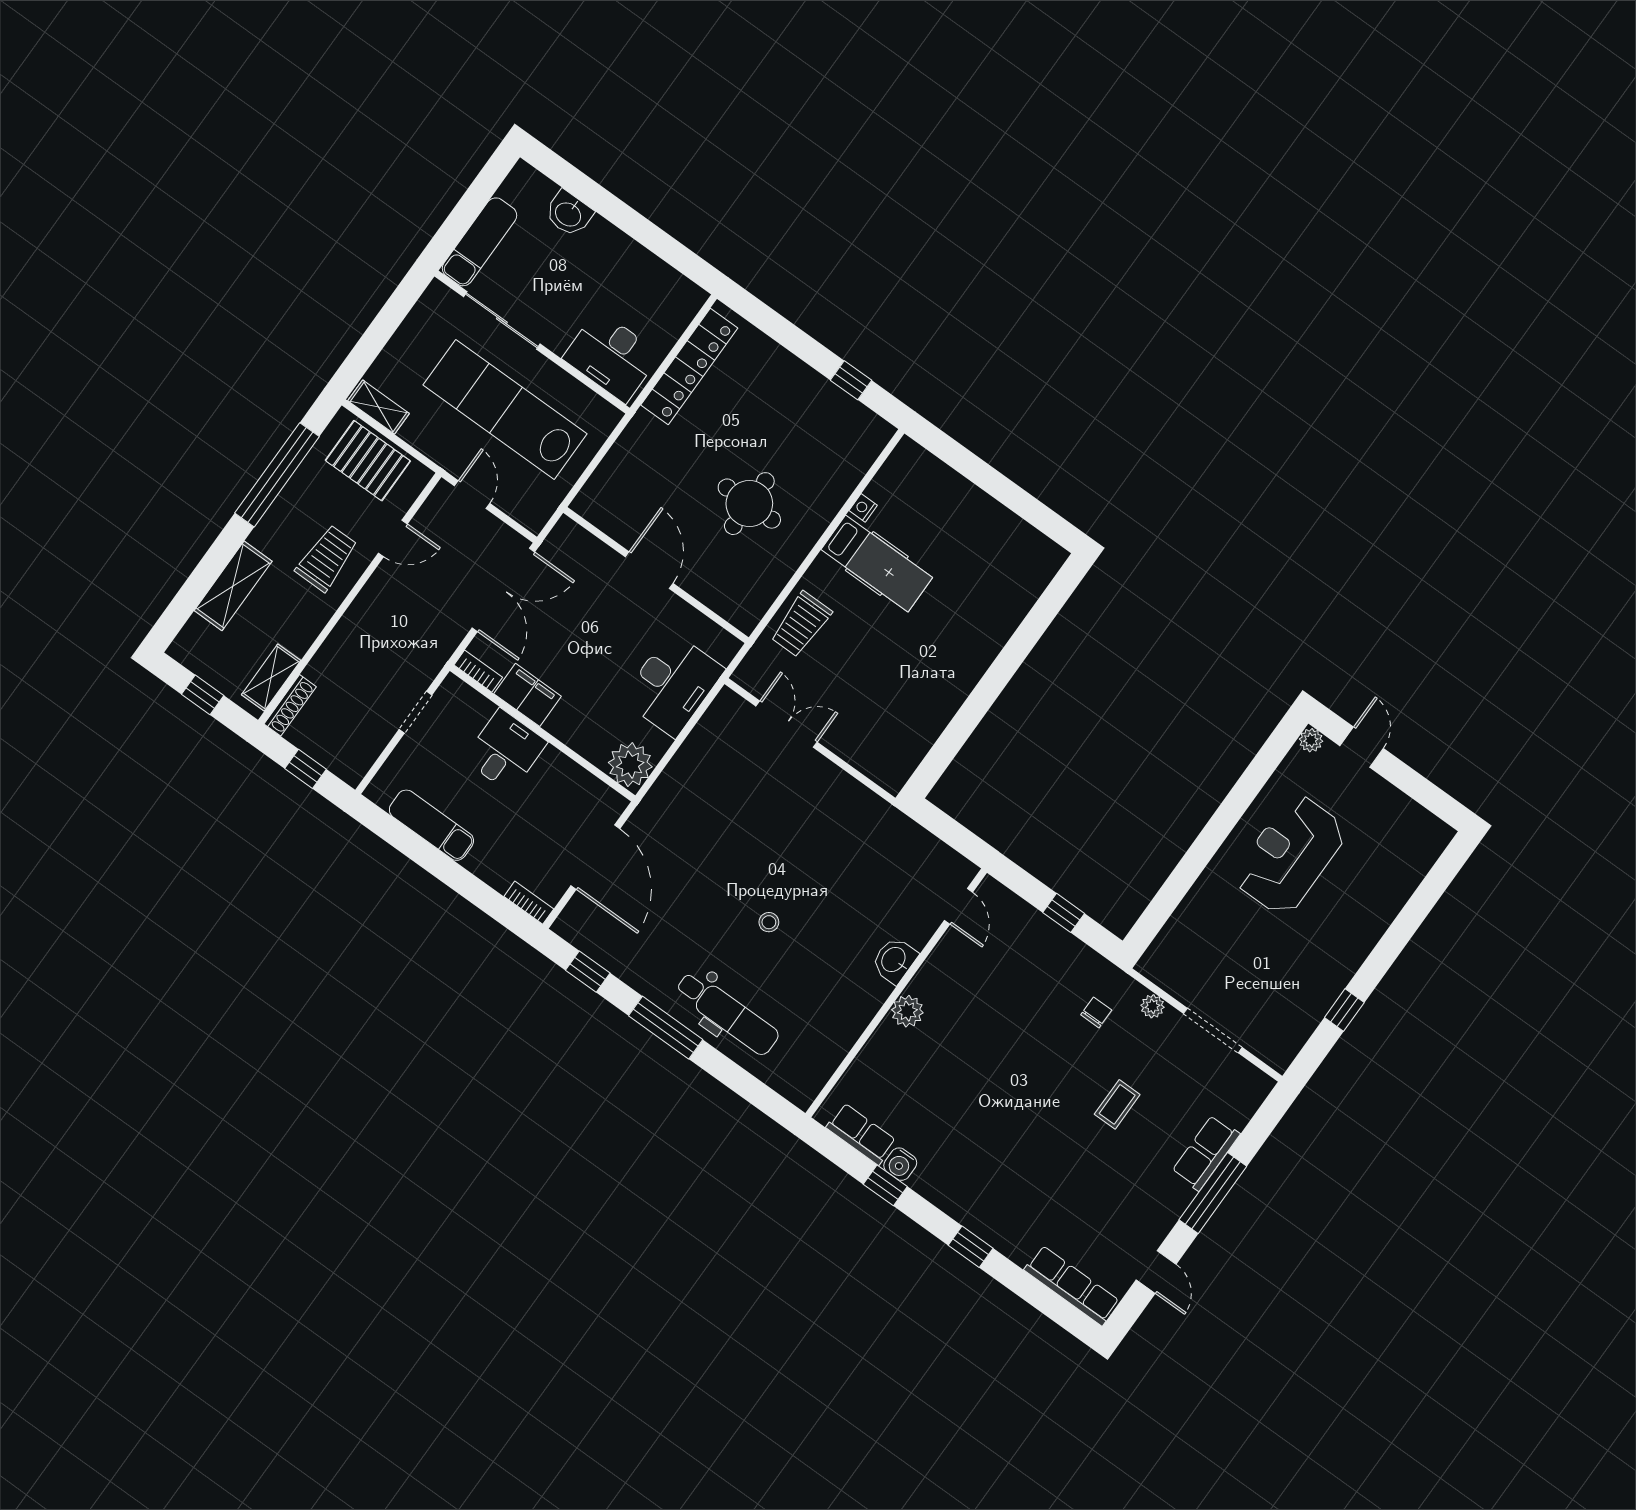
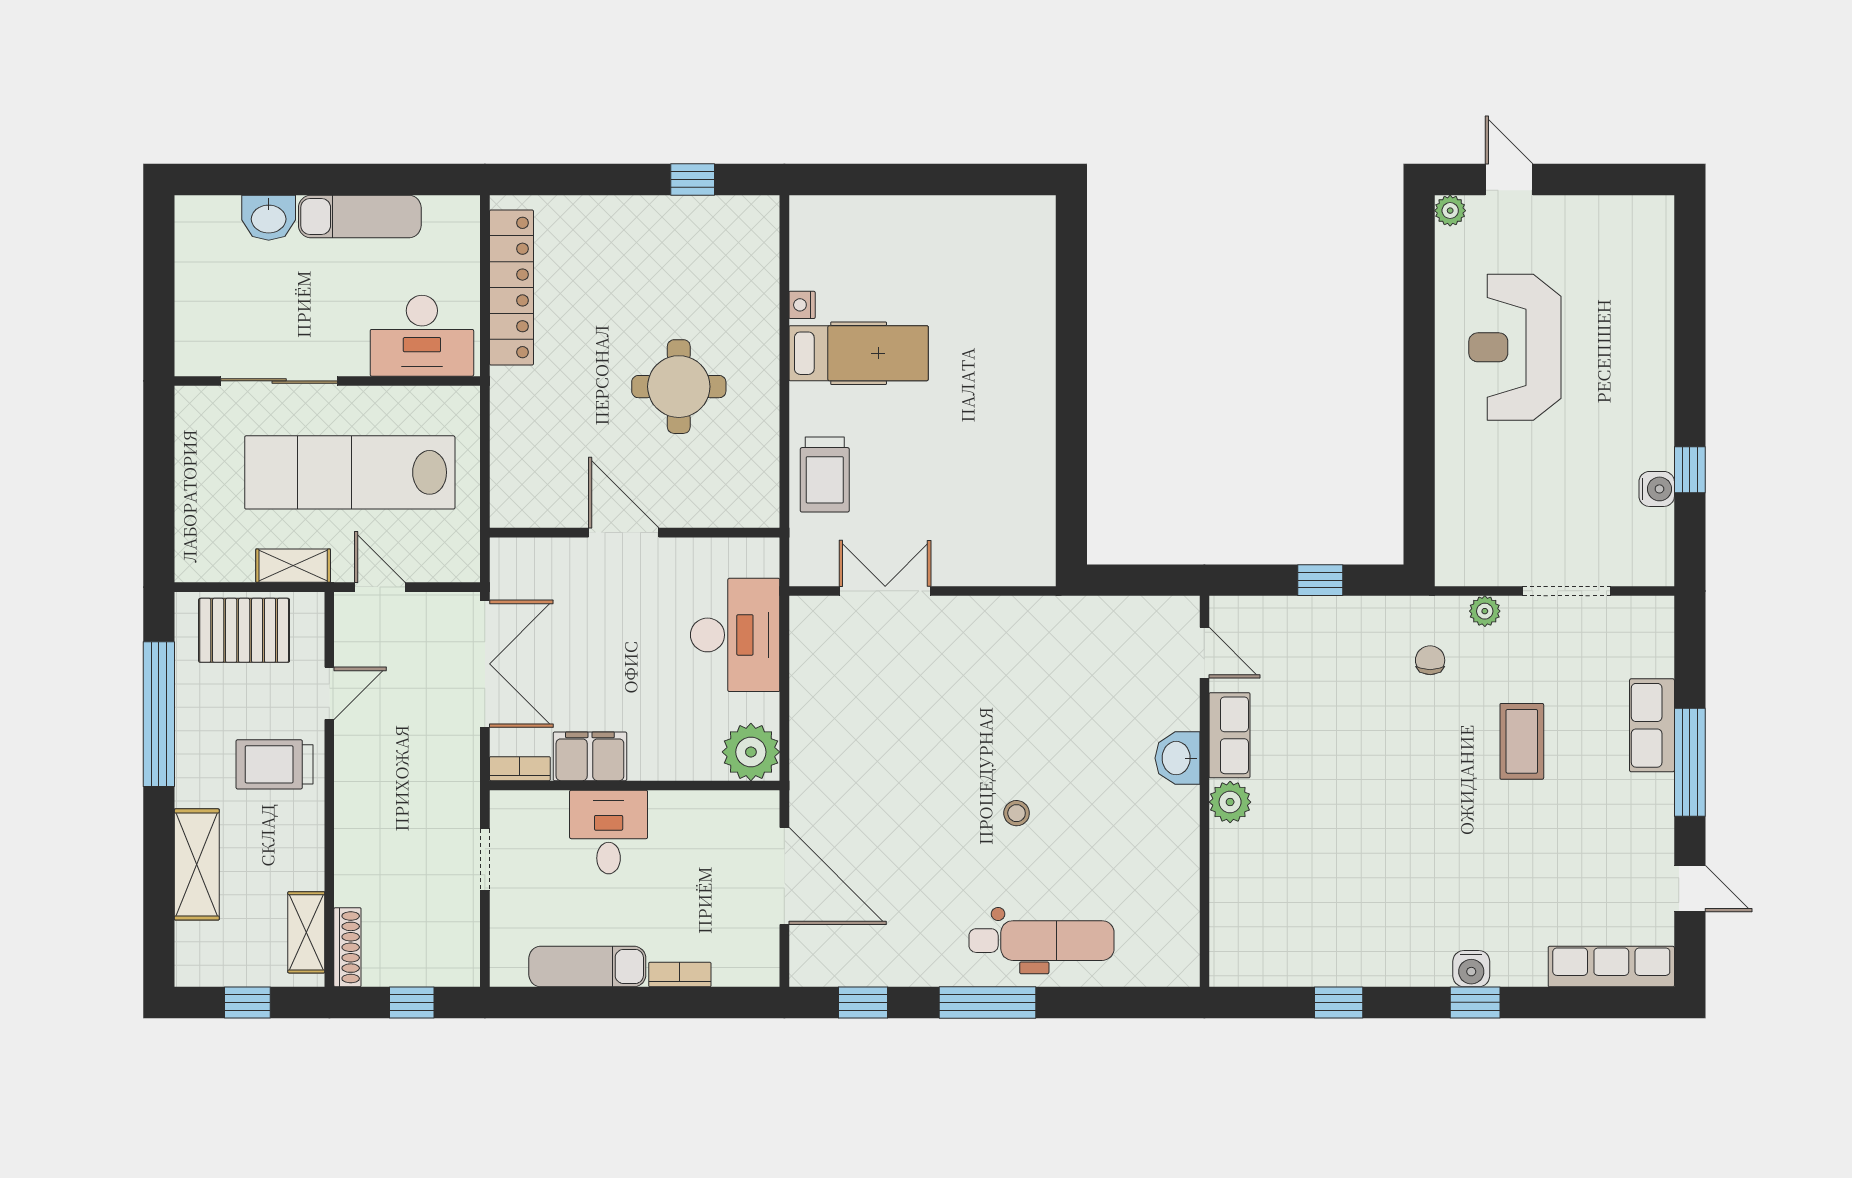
exam couch: (480, 242) -> (360, 217), moved, turned 90
shelving: (379, 407) -> (293, 566), moved
trolley: (327, 558) -> (275, 764), turned -90
bookcase: (529, 903) -> (680, 975), moved
water cooler: (1315, 1007) -> (1657, 489), added
coffee table: (1117, 1104) -> (1522, 741), width x1.36, depth x1.30
row of seats: (861, 1134) -> (1229, 735), moved, turned 90
water cooler: (900, 1164) -> (1471, 969), moved

